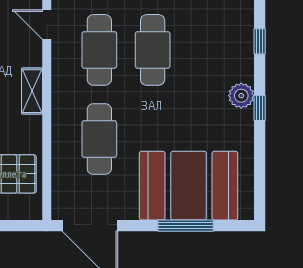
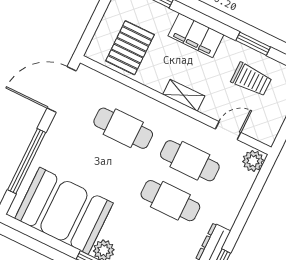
booth: (189, 186) -> (64, 211), moved, turned 90
window: (186, 226) -> (27, 161), width x1.46

